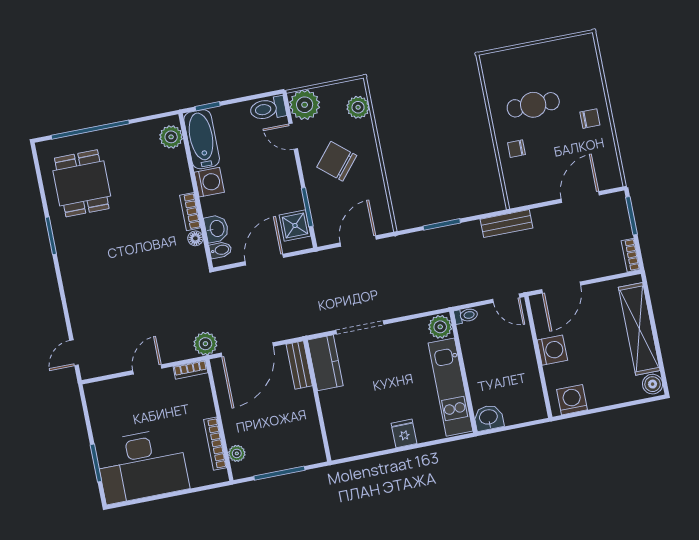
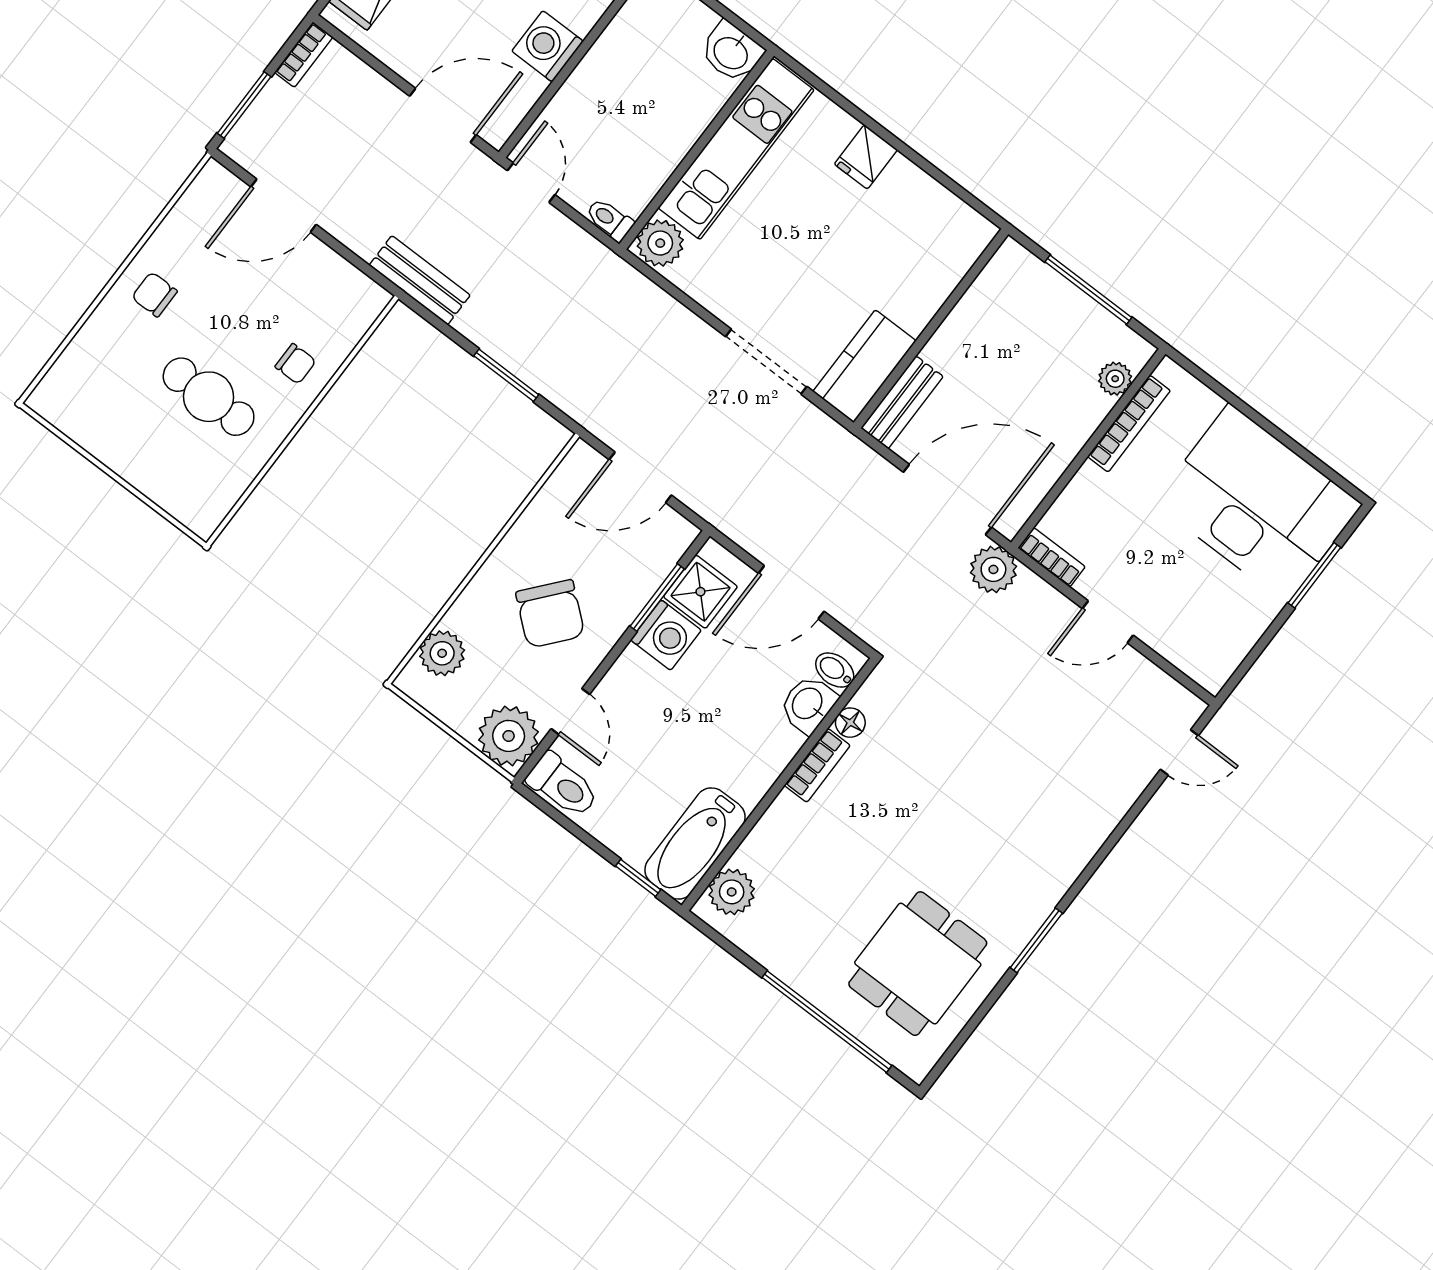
washing machine: (209, 182) -> (666, 635), moved, turned 180

